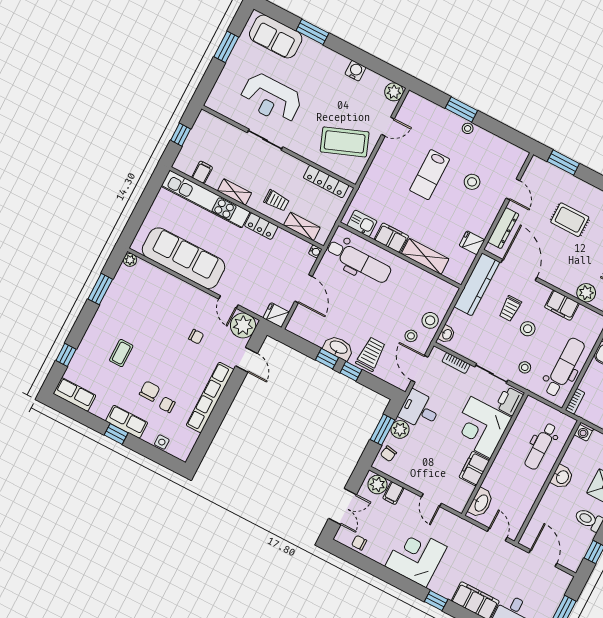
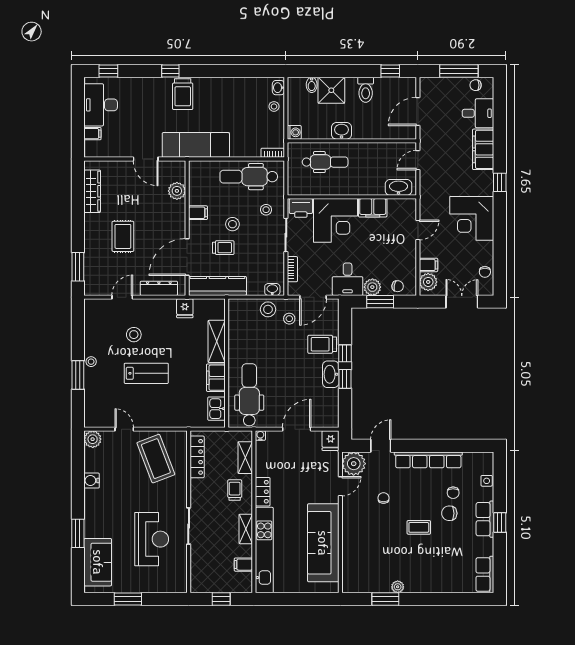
plant: (130, 260) -> (398, 587), moved
filing cabinet: (562, 305) -> (198, 213), width x0.50
coffee table: (121, 353) -> (419, 527), moved
window: (66, 355) -> (455, 599), removed

